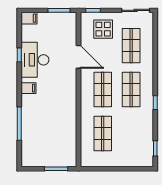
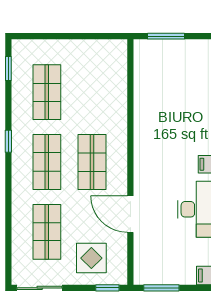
shop shelf: (103, 133) -> (47, 92), moved

